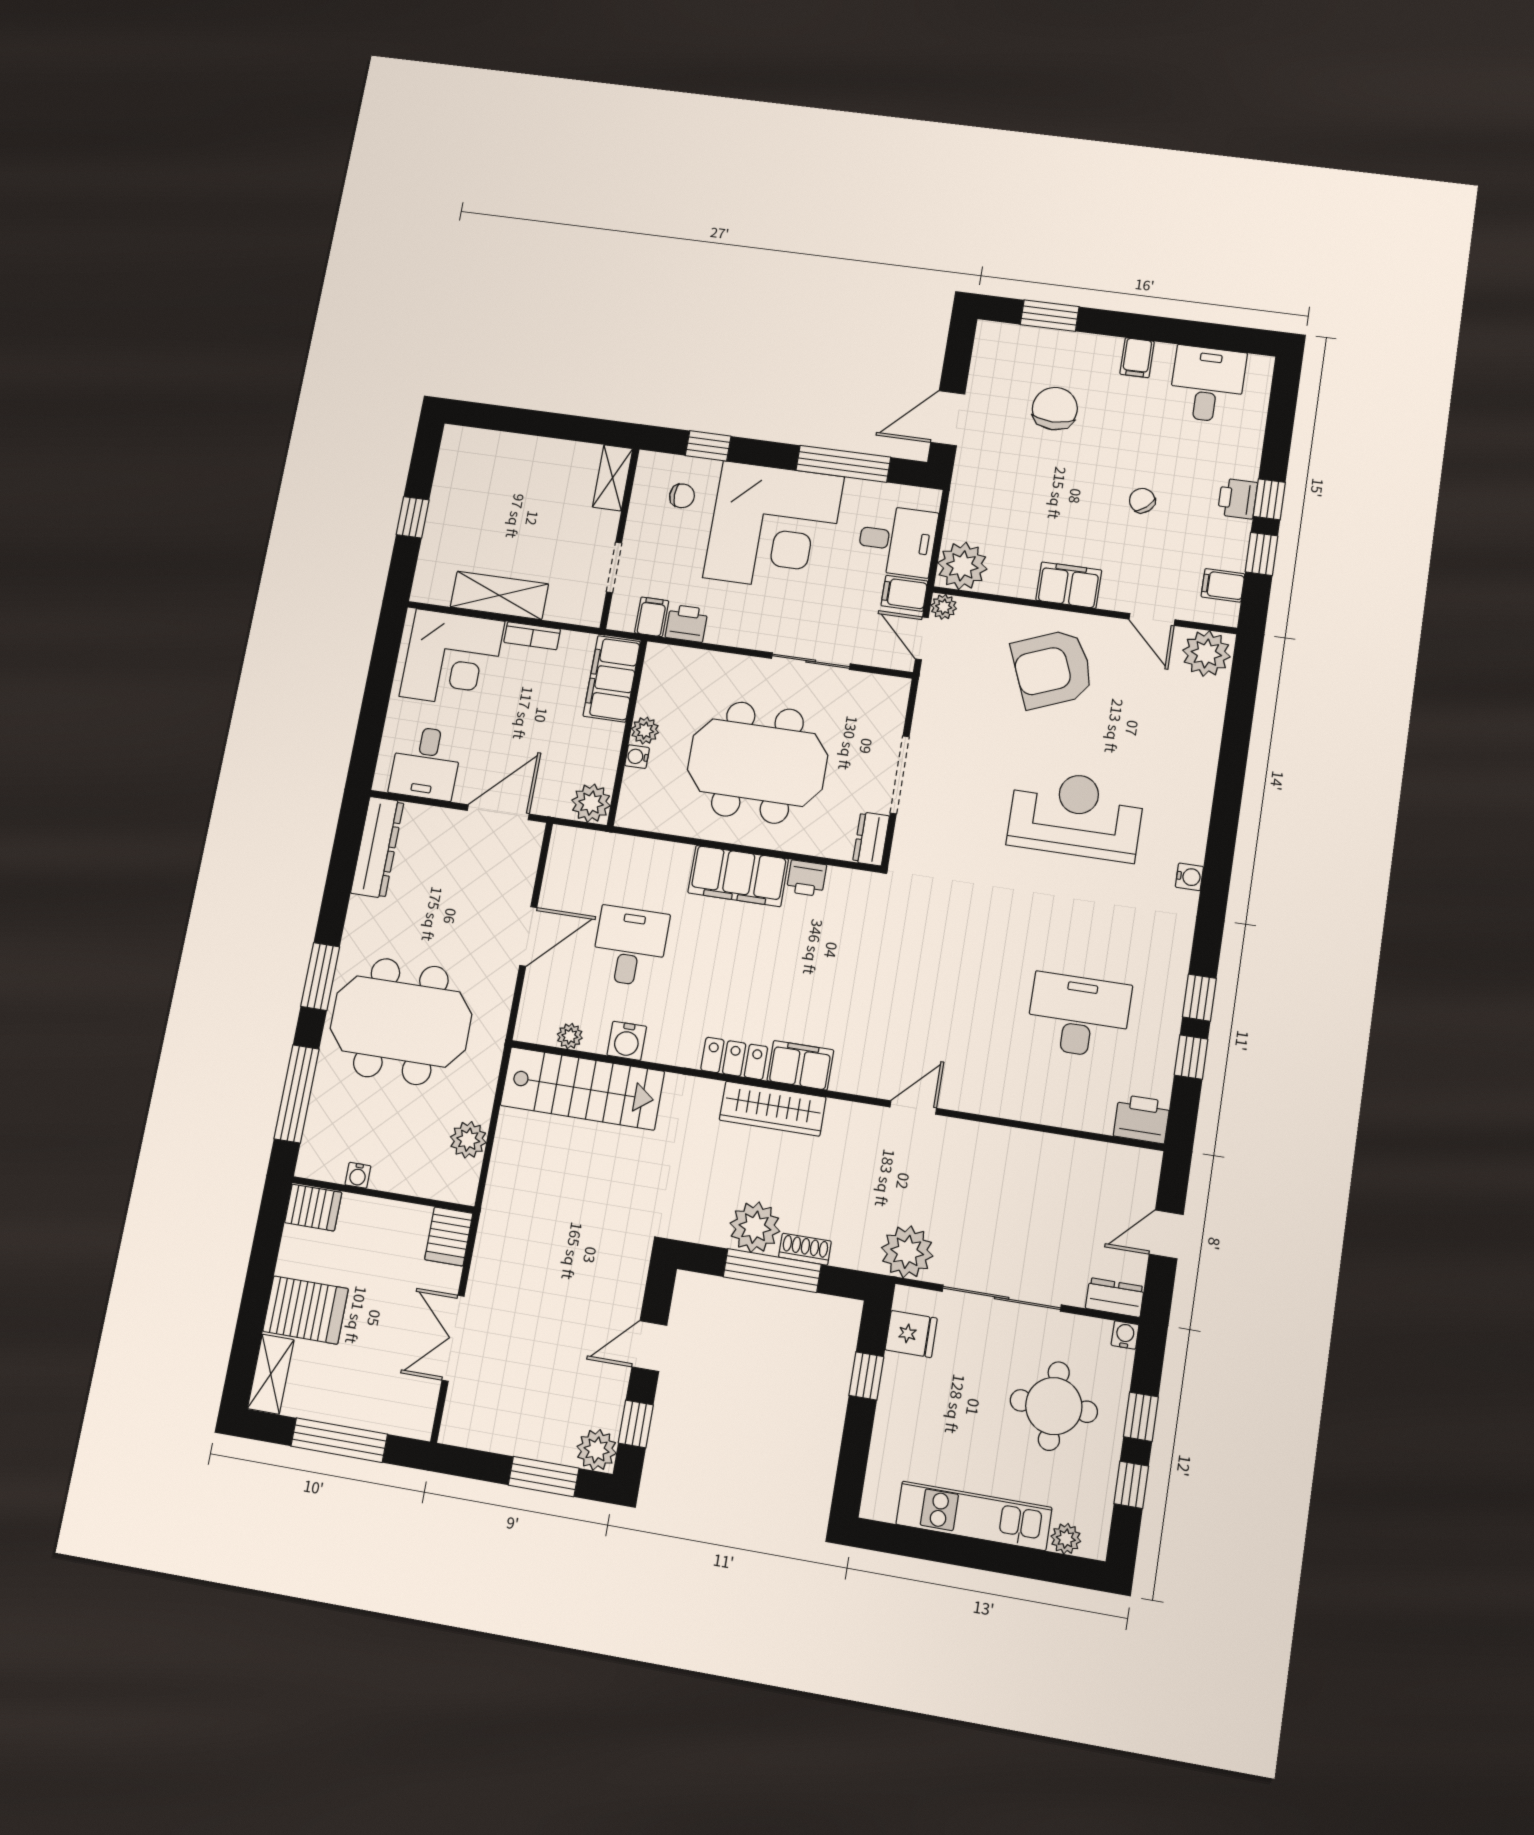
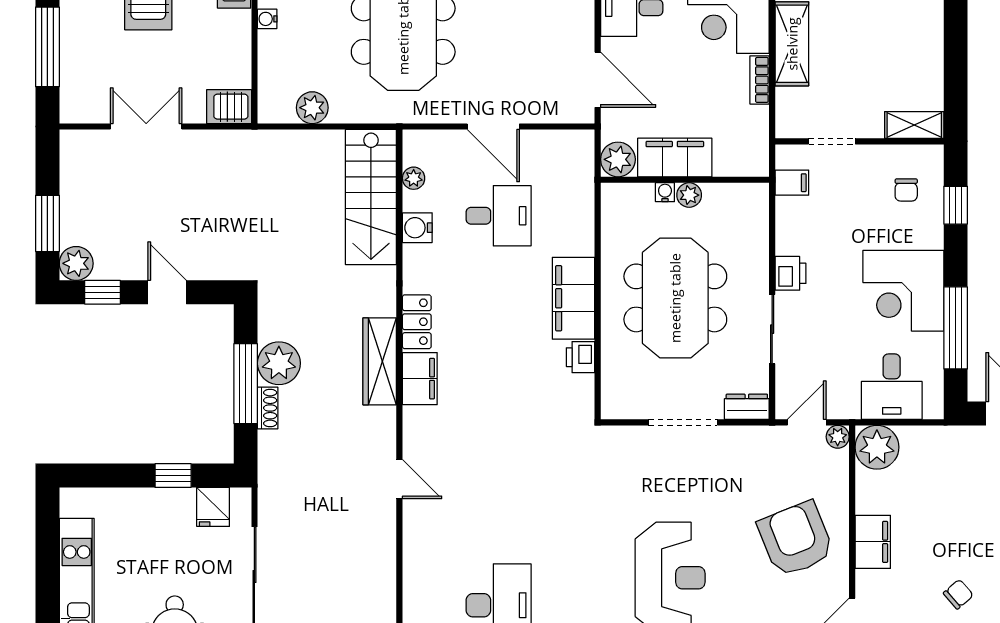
corner desk: (774, 527) -> (903, 291), width x0.74, depth x0.74
filing cabinet: (904, 593) -> (845, 401), removed
printer: (687, 623) -> (791, 273), moved
filing cabinet: (612, 679) -> (675, 158), moved
dresser: (871, 839) -> (747, 407), moved
plant: (907, 1252) -> (279, 493), removed

